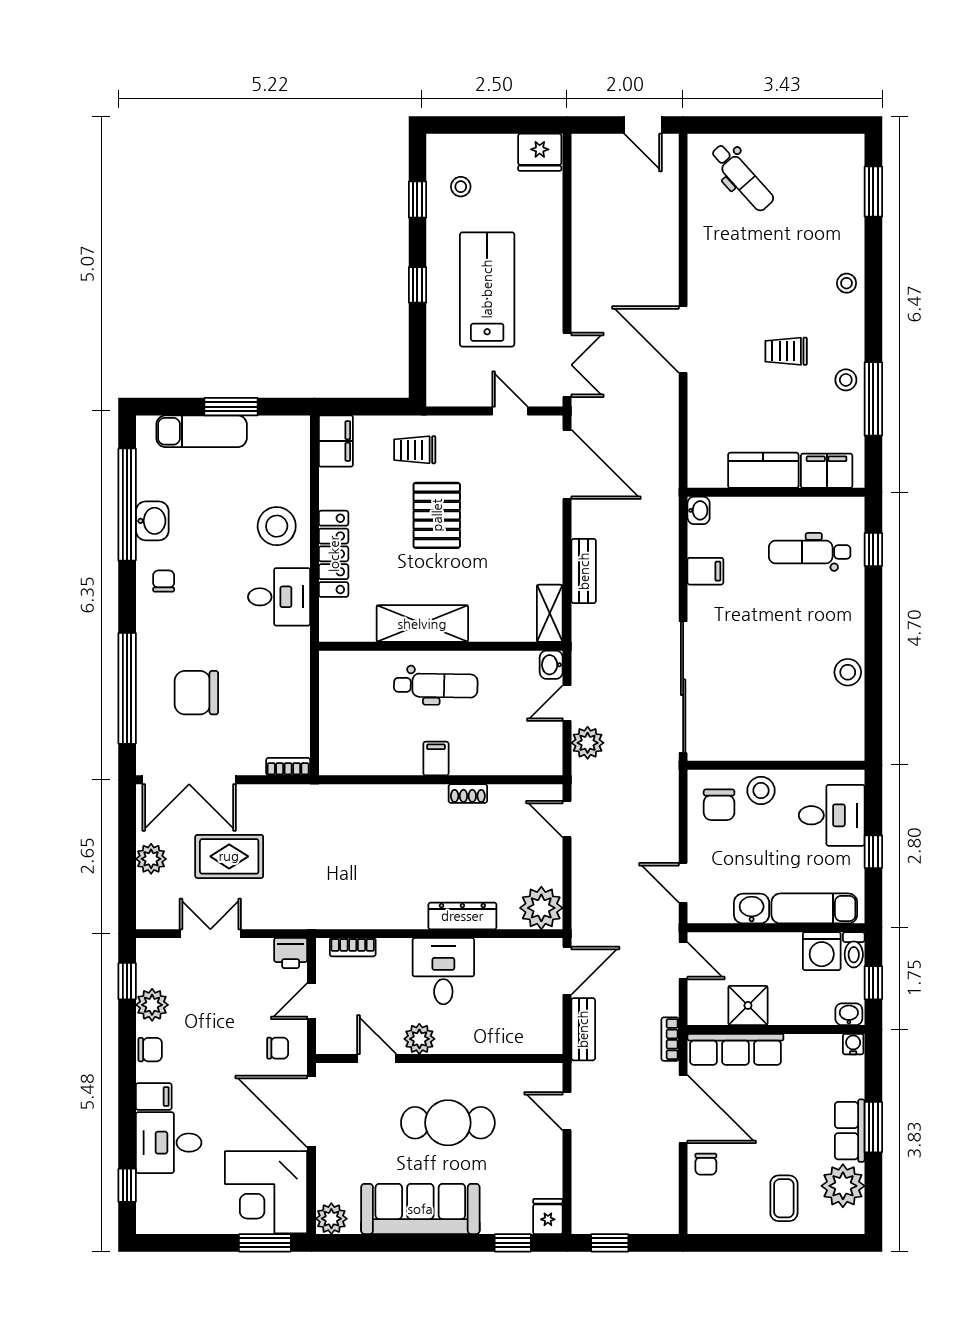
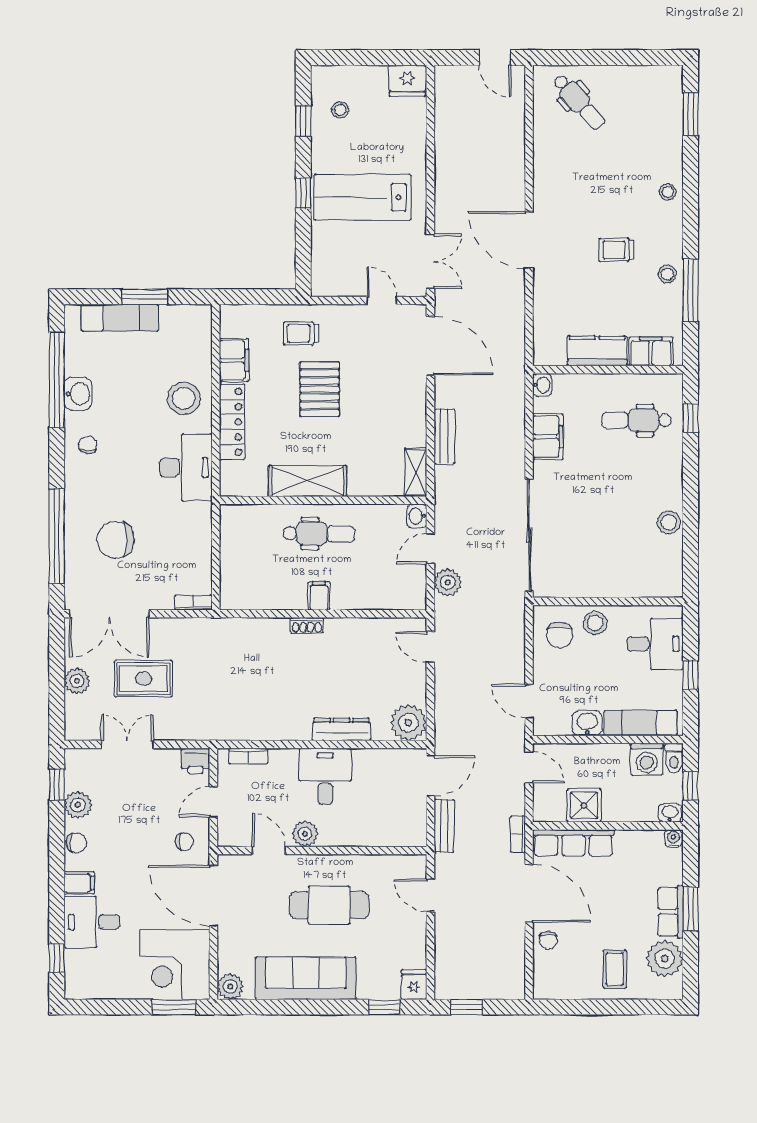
lab bench: (487, 289) -> (363, 197), turned -90
filing cabinet: (336, 441) -> (234, 360), moved
filing cabinet: (705, 571) -> (548, 437), width x2.00
desk: (279, 597) -> (186, 467), width x1.37
shoe rack: (468, 793) -> (307, 625), moved

